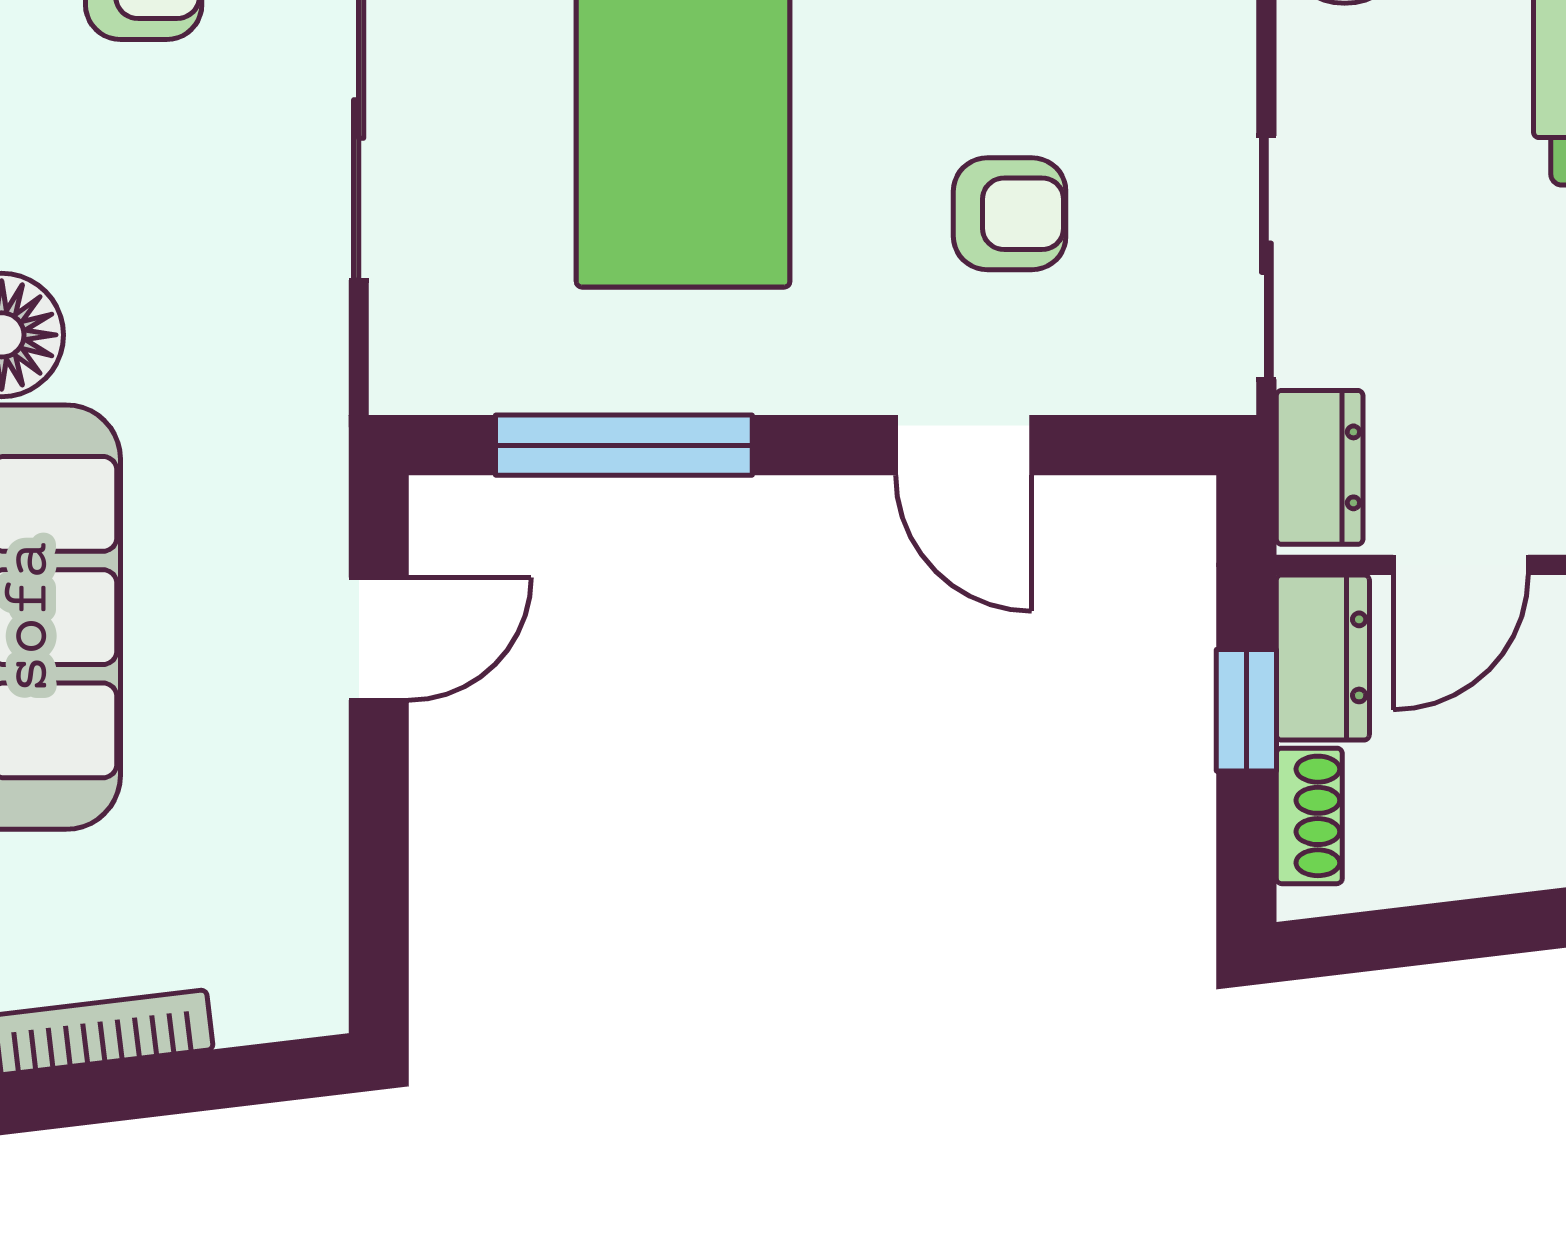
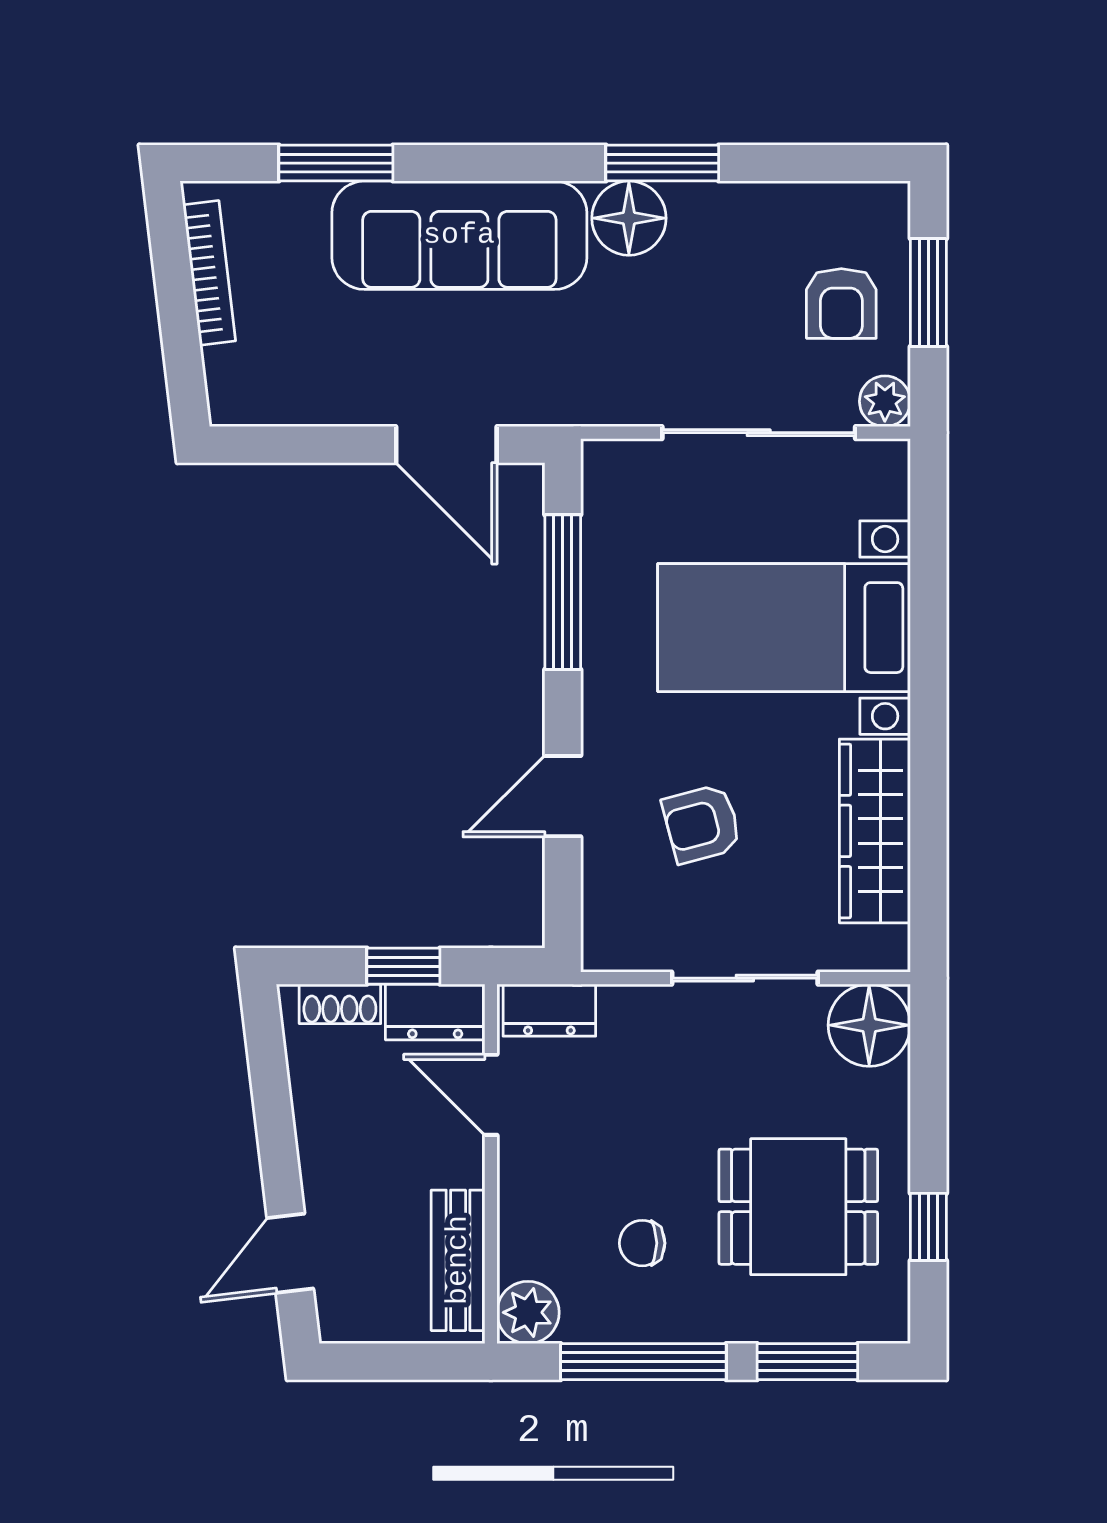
armchair: (1010, 214) -> (702, 824), turned 75
sliding door: (1266, 258) -> (745, 978), moved
door: (379, 639) -> (446, 445), width x1.37

